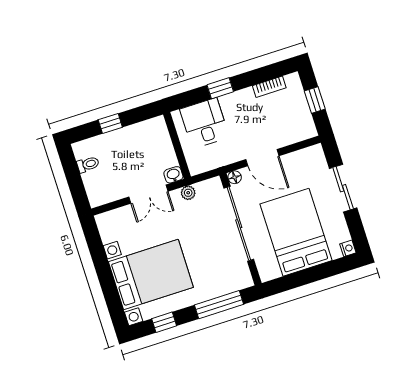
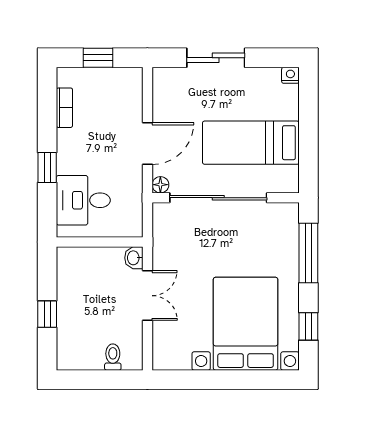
toilet: (88, 164) -> (113, 357), moved
plant: (188, 193) -> (161, 247), removed
bed: (296, 232) -> (251, 143), width x0.67

